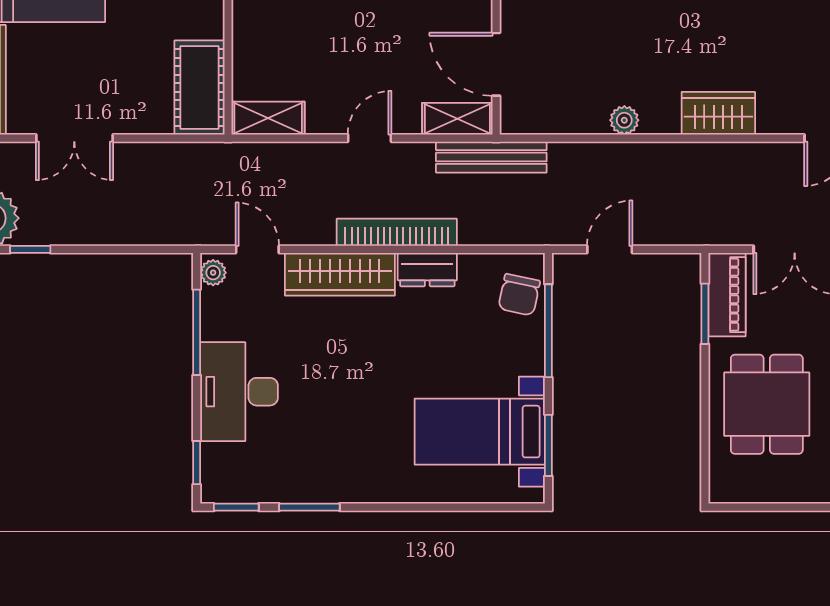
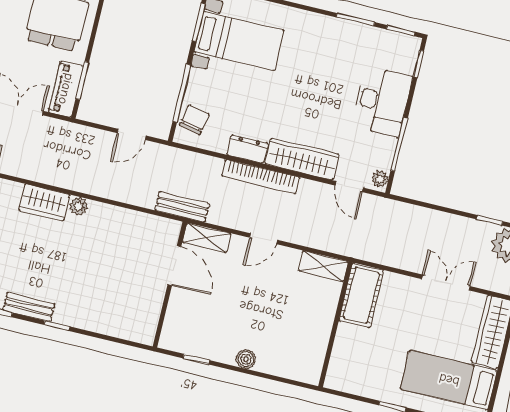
plant: (624, 120) -> (79, 206), moved
bench: (491, 157) -> (182, 207), width x0.73

